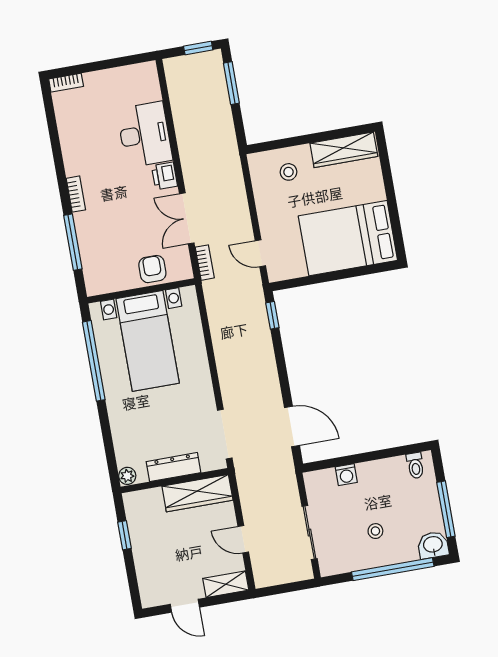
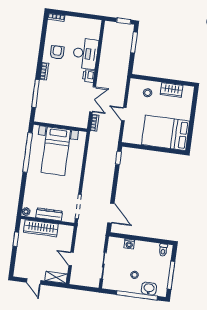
wardrobe: (344, 150) -> (172, 90), width x0.67
double door: (187, 218) -> (93, 99), swing flipped
door: (260, 253) -> (124, 114), moved
armchair: (152, 269) -> (57, 52), moved
wardrobe: (197, 493) -> (41, 228), moved
washbasin: (433, 545) -> (149, 289), moved

